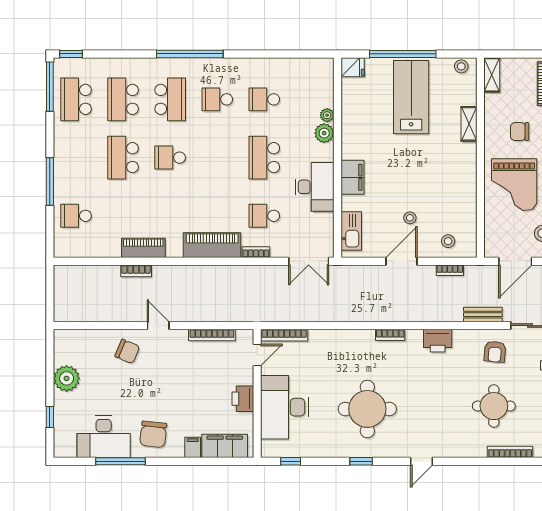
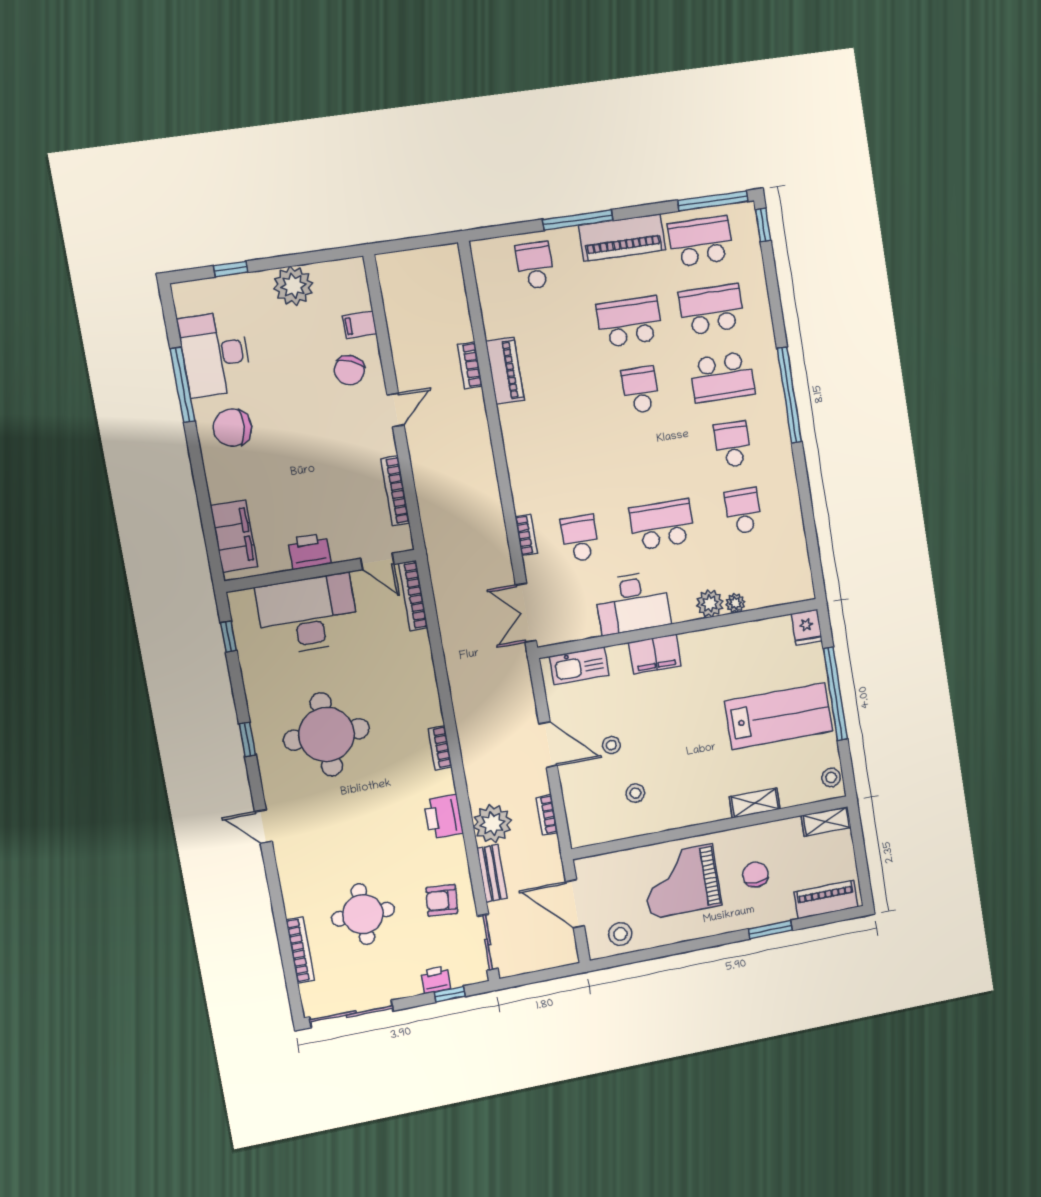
stool: (448, 241) -> (635, 793), moved
piano: (212, 245) -> (622, 238), moved, turned 90
plant: (449, 308) -> (492, 824), added
filing cabinet: (193, 447) -> (360, 325), moved, turned 180

